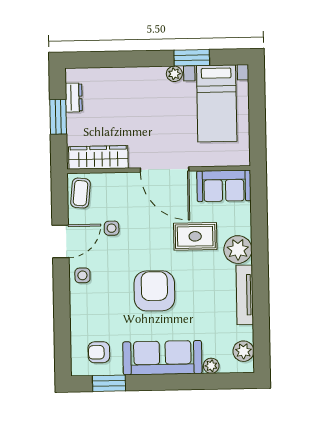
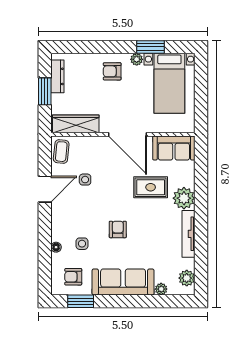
armchair: (143, 90) -> (112, 71), added
dresser: (74, 98) -> (57, 76), width x1.44
side table: (82, 275) -> (82, 244), moved
armchair: (154, 291) -> (118, 229), width x0.53, depth x0.53
floor lamp: (76, 315) -> (56, 247), added

